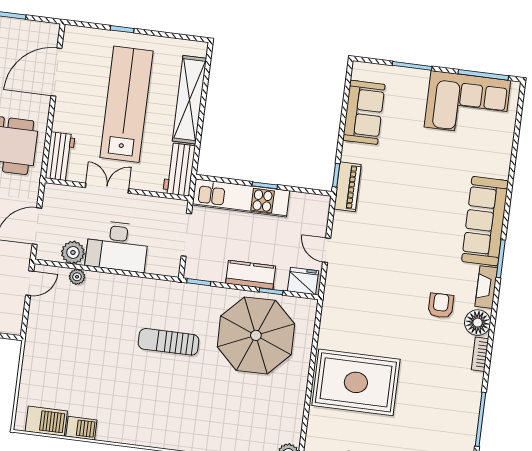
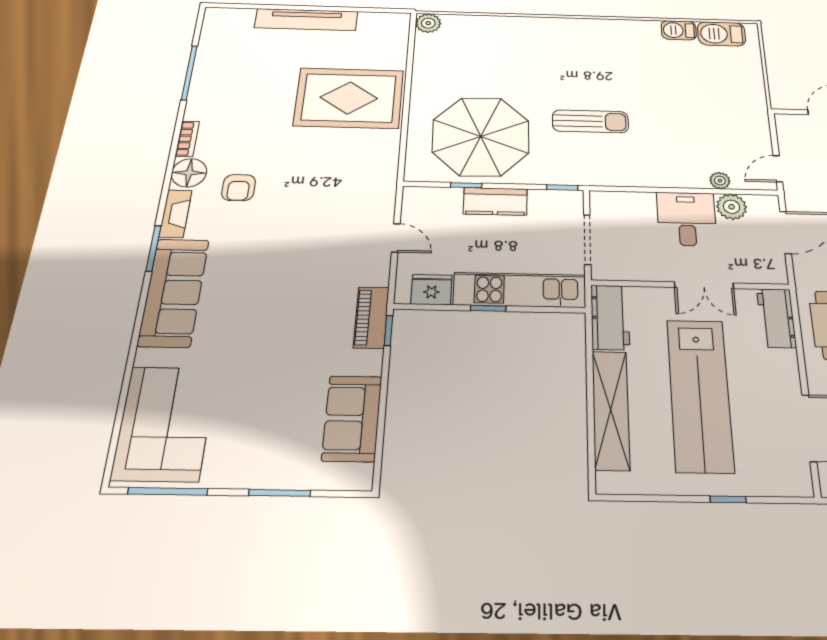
corner sofa: (467, 104) -> (165, 423), moved, turned 90
desk: (117, 246) -> (687, 219), width x0.73
fridge: (303, 281) -> (432, 290), moved, turned 180

